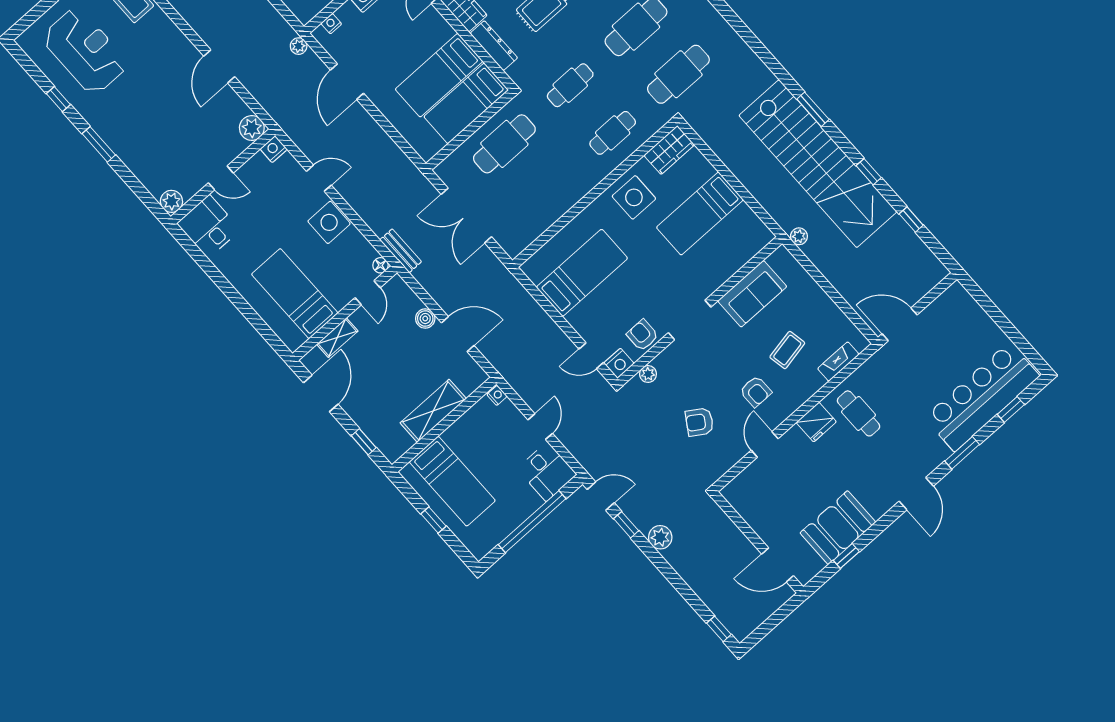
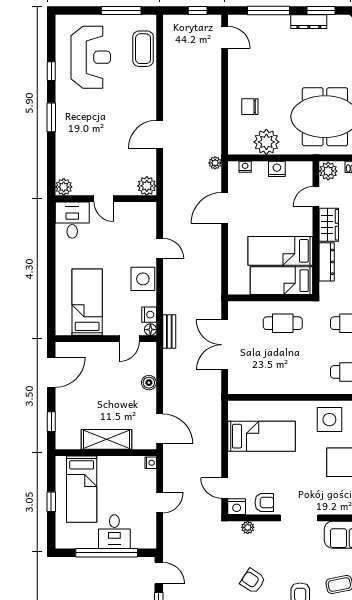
cafe table: (504, 144) -> (283, 323), width x0.73, depth x0.74
nightstand: (274, 149) -> (149, 315), moved, turned 90
door: (458, 334) -> (160, 429), moved
armchair: (643, 335) -> (264, 502), turned 90
shelving: (337, 338) -> (89, 349), removed
desk: (547, 472) -> (114, 532), moved

